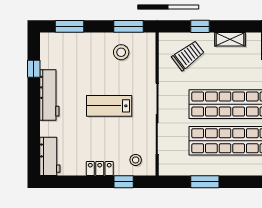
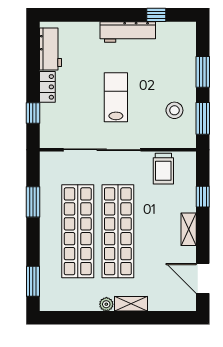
window: (69, 26) -> (203, 72), moved
trolley: (188, 55) -> (163, 169), moved, turned 37
workbench: (50, 156) -> (50, 49), moved, turned -90
stool: (136, 160) -> (57, 126), removed

